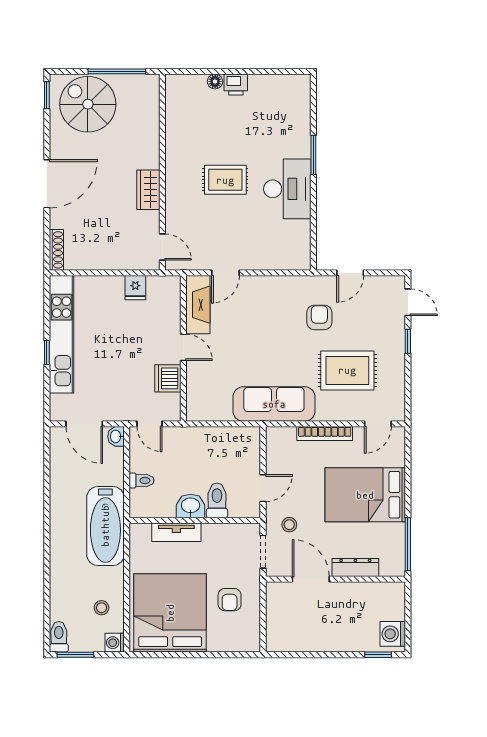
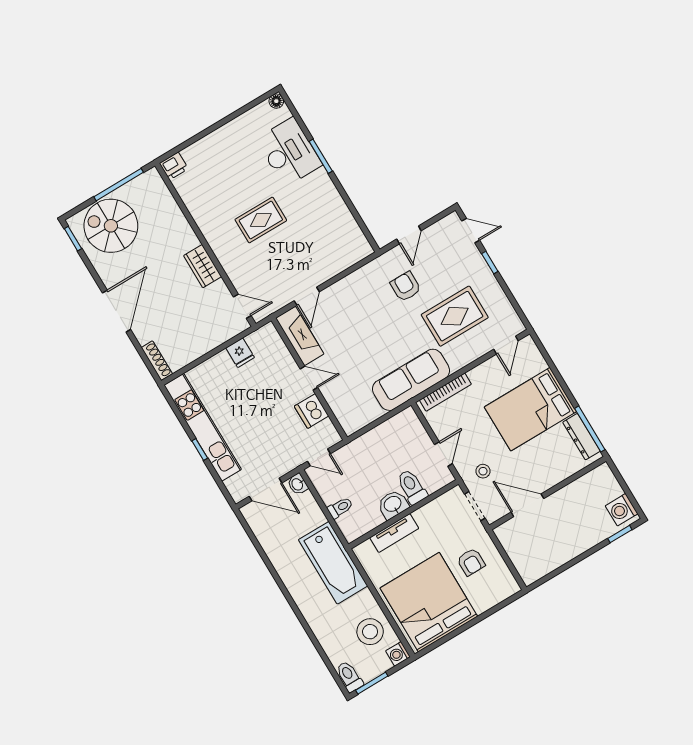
floor lamp: (215, 81) -> (276, 101), moved
printer: (236, 84) -> (174, 166), moved
desk: (287, 189) -> (289, 152), moved
bookcase: (325, 434) -> (445, 392), moved
dresser: (355, 568) -> (581, 437), moved, turned -90
stool: (102, 608) -> (370, 632), width x1.89, depth x1.89

